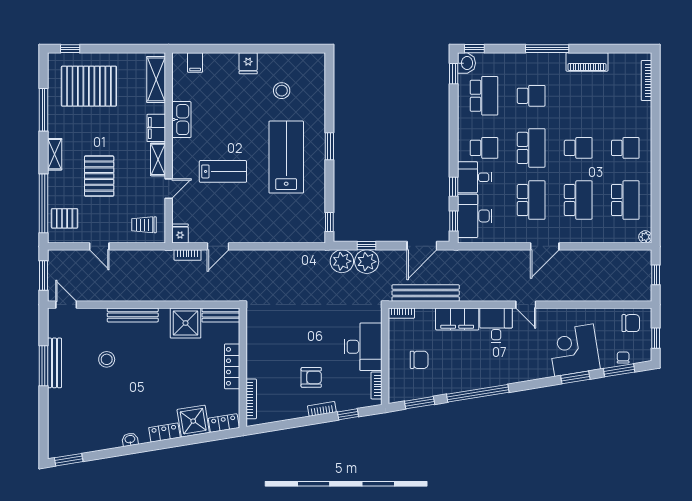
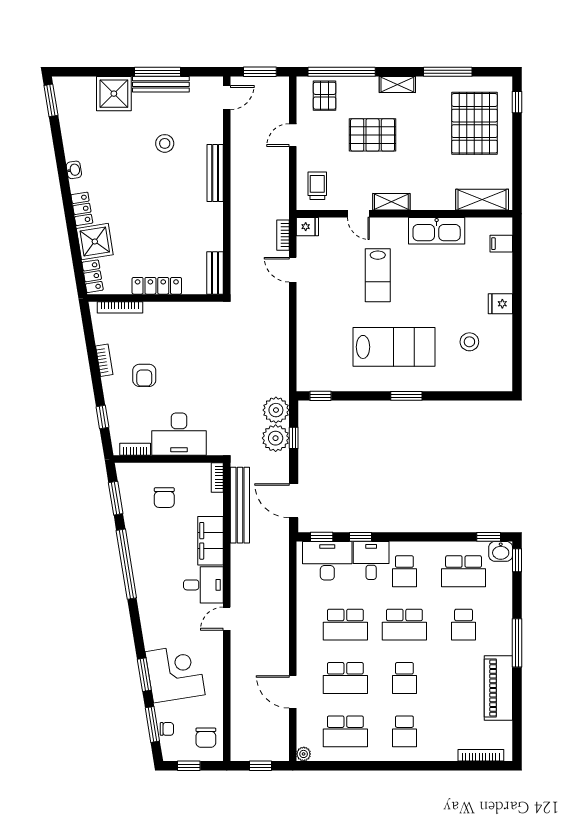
piano: (587, 62) -> (498, 688), width x1.37, depth x1.33
kitchen sink: (181, 120) -> (437, 231), width x1.36, depth x1.24
filing cabinet: (156, 128) -> (427, 200), removed
door: (545, 246) -> (293, 692), moved
shower: (186, 323) -> (114, 94), moved
bookcase: (322, 409) -> (104, 360), moved

